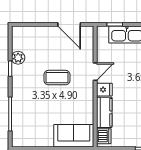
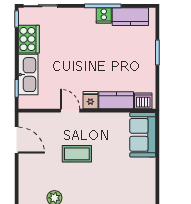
door: (69, 24) -> (17, 140), hinge flipped
coffee table: (57, 78) -> (77, 154), turned 90

